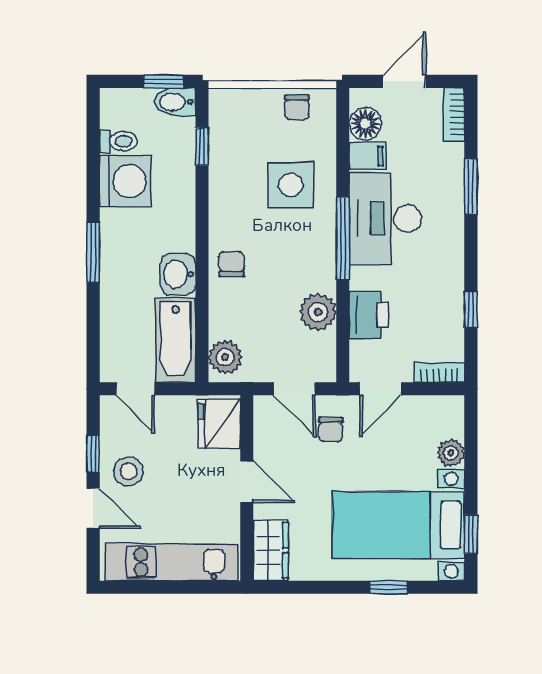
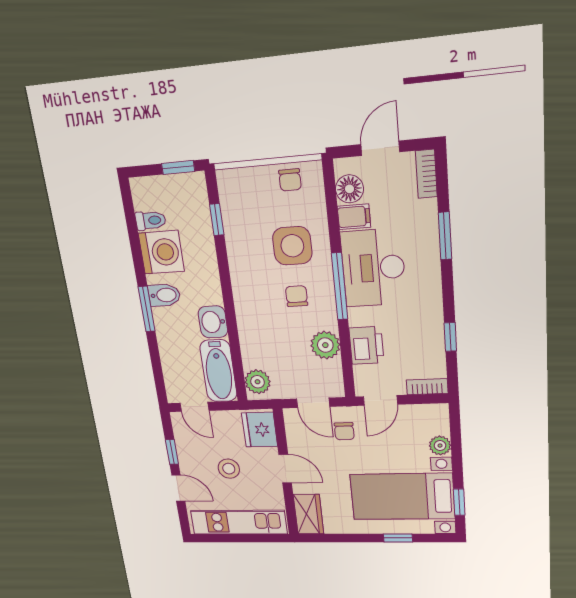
bidet: (175, 102) -> (164, 295), moved, turned 180
chair: (232, 264) -> (297, 296), moved
stool: (128, 471) -> (229, 469), moved

